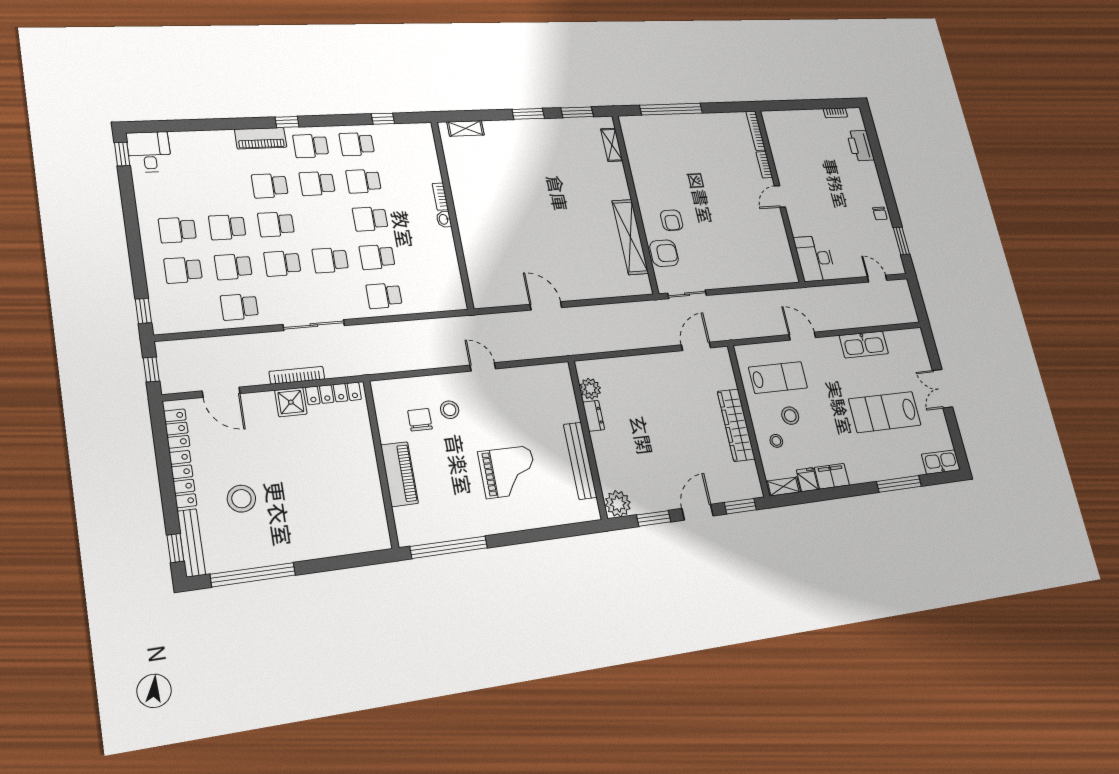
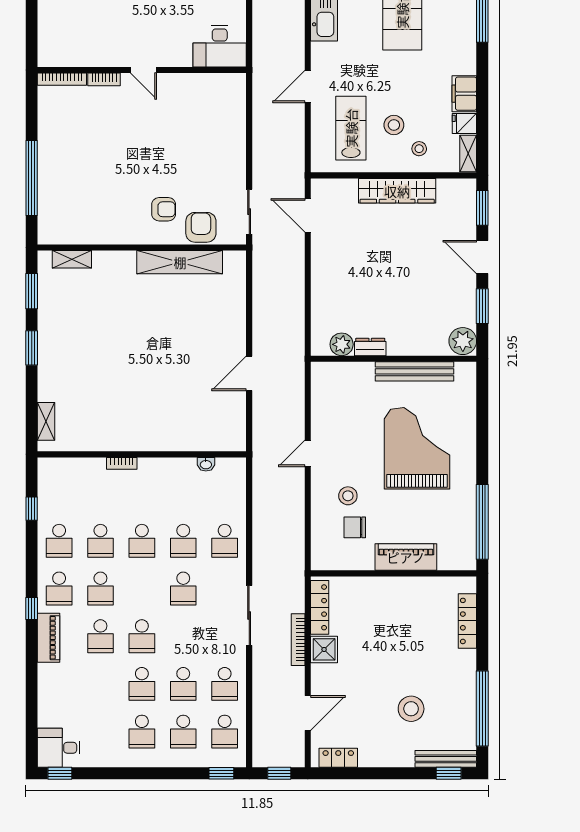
washbasin: (444, 219) -> (206, 464), moved
school desk: (282, 263) -> (225, 732), moved
grand piano: (508, 472) -> (417, 448), width x1.37, depth x1.48
locker: (183, 479) -> (467, 621), moved, turned -90

